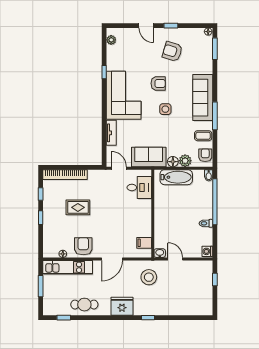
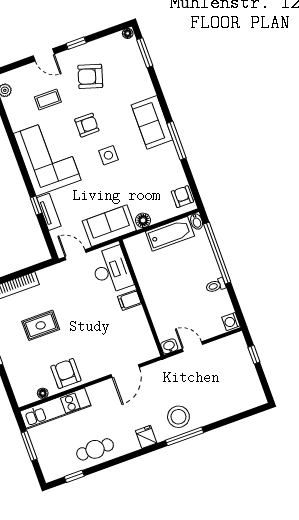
window: (104, 72) -> (36, 205), moved
sofa: (203, 98) -> (152, 122), width x0.73
coffee table: (203, 136) -> (48, 99), moved
plant: (185, 161) -> (159, 213), removed
bathtub: (176, 177) -> (170, 234), moved
desk: (139, 187) -> (111, 270), width x1.37
filing cabinet: (144, 243) -> (129, 300), moved
door: (112, 259) -> (125, 371), moved
stool: (149, 277) -> (178, 417), moved
fridge: (122, 306) -> (146, 437), width x0.53, depth x0.75
window: (148, 318) -> (185, 436), width x2.17

